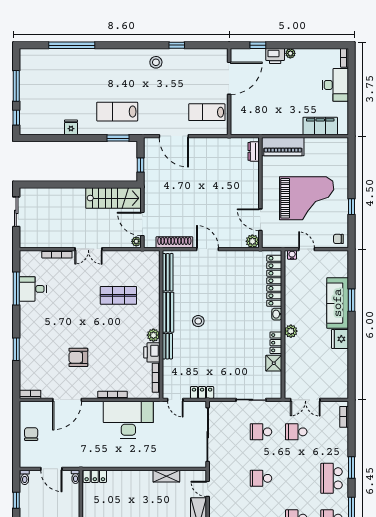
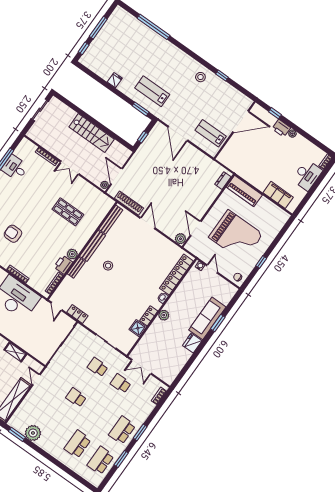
stairs: (113, 198) -> (92, 133), moved

